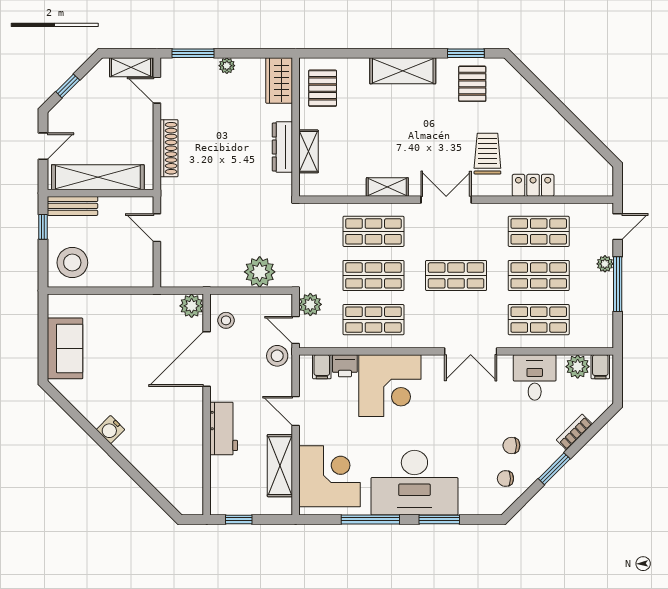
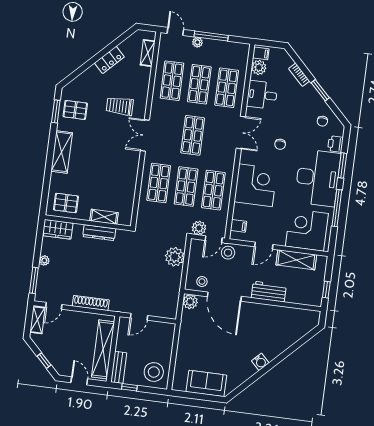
locker: (533, 185) -> (109, 60), moved, turned -135
shelving: (387, 187) -> (148, 53), moved
printer: (345, 366) -> (335, 144), moved, turned 180
chair: (511, 445) -> (280, 144), moved

